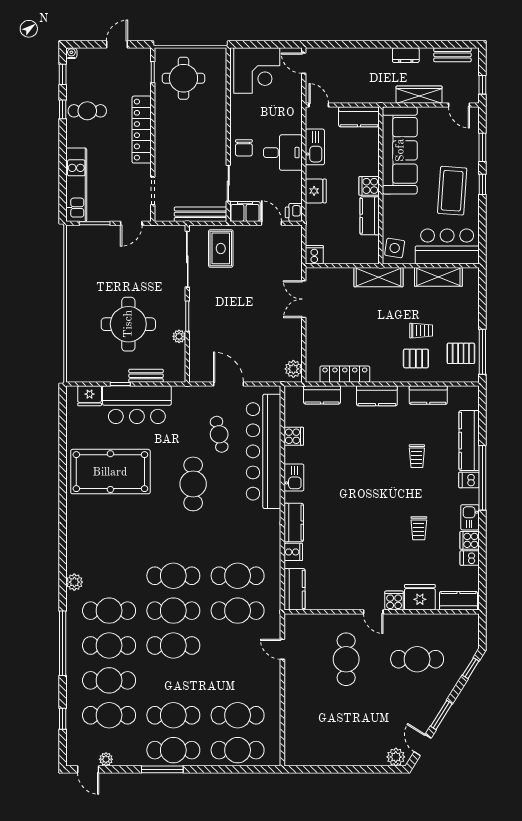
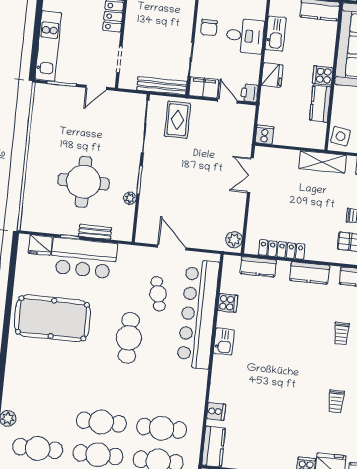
kitchen counter: (294, 523) -> (219, 384), removed

